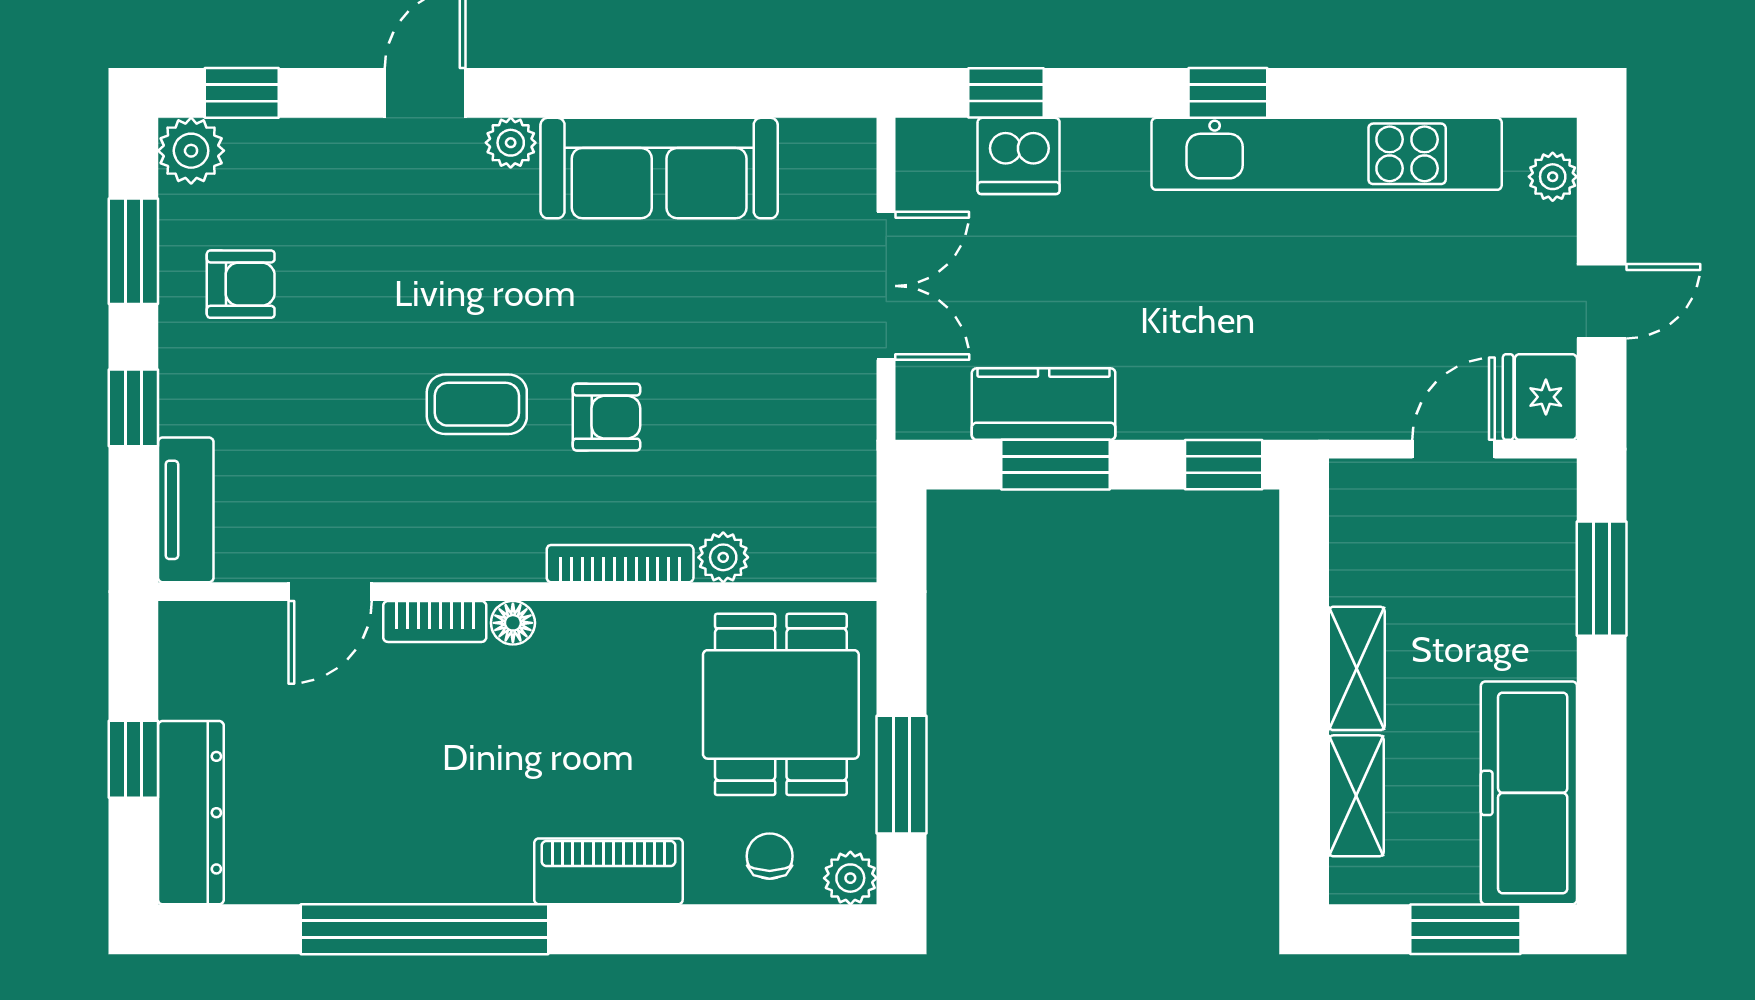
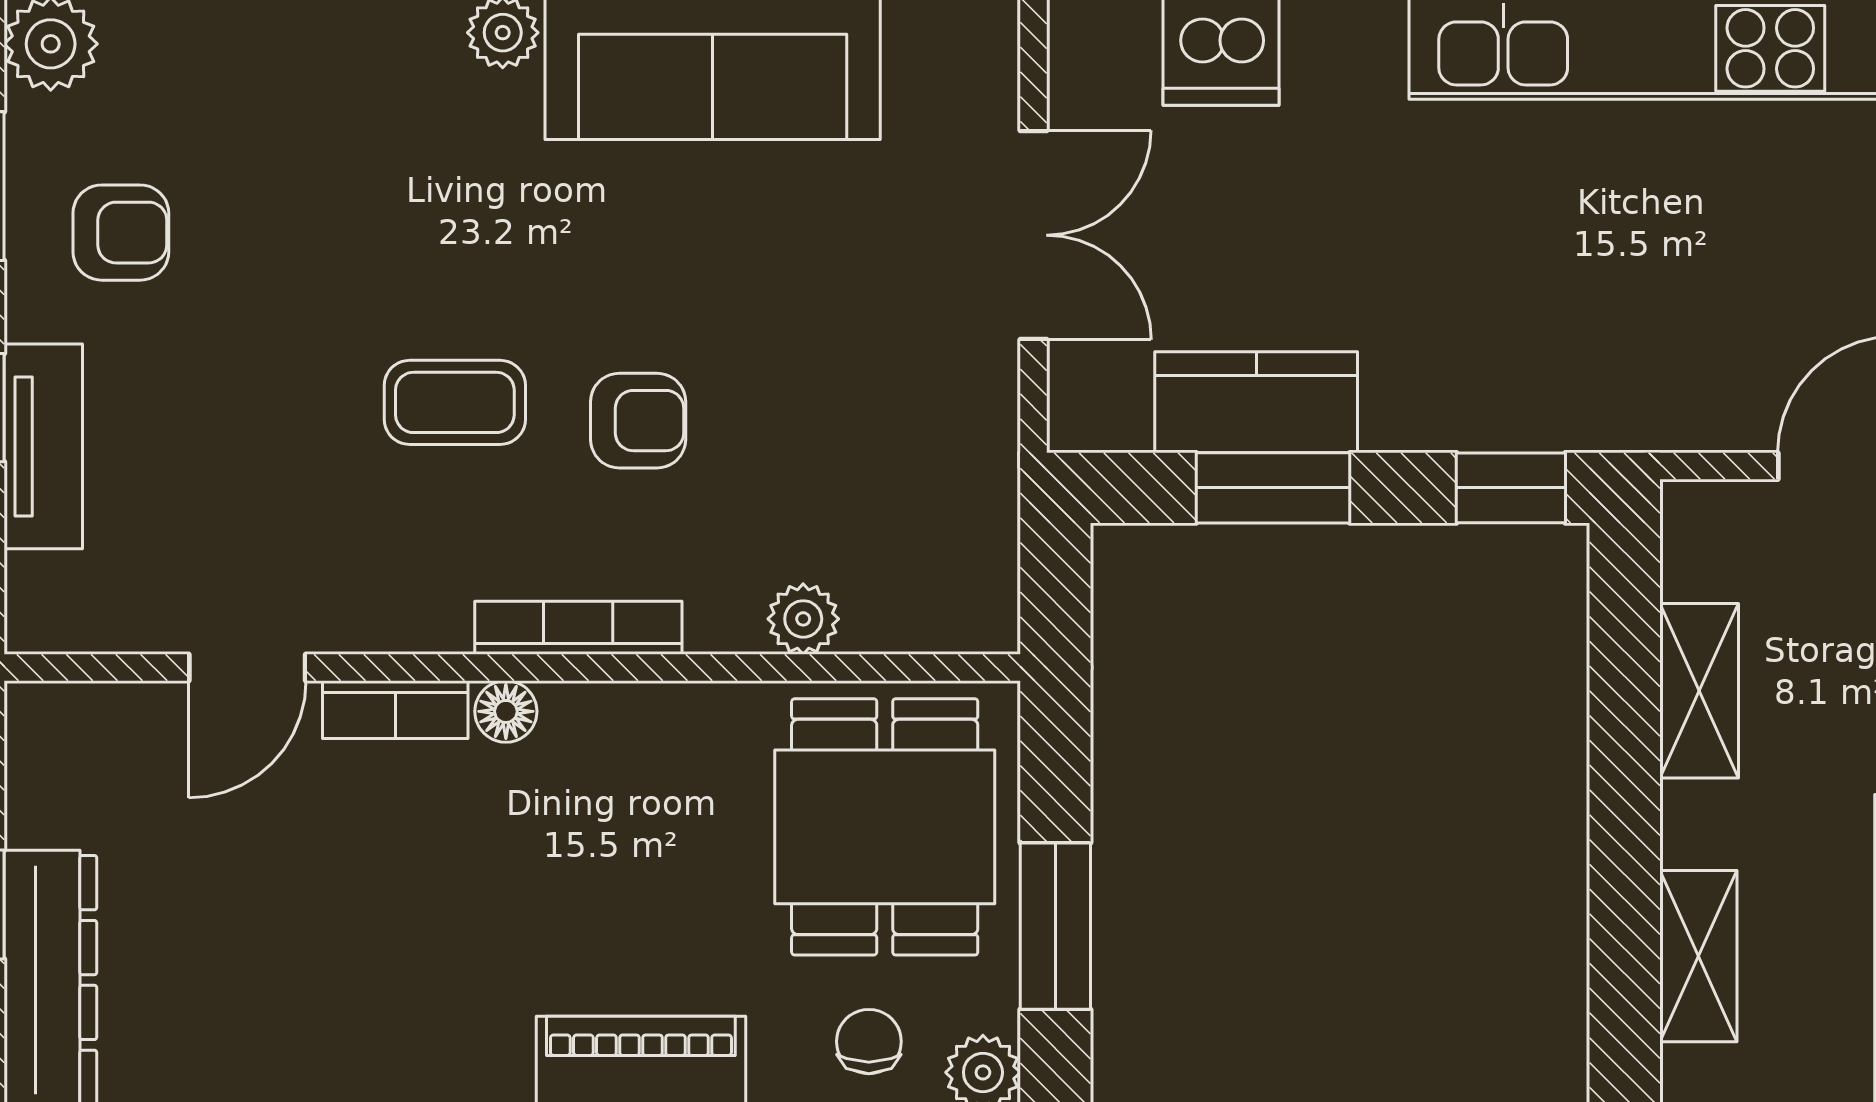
tv unit: (186, 510) -> (43, 446), moved
bookcase: (620, 564) -> (578, 628), moved
shelving: (1357, 668) -> (1699, 691), moved

